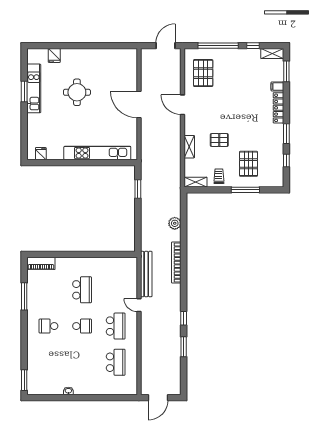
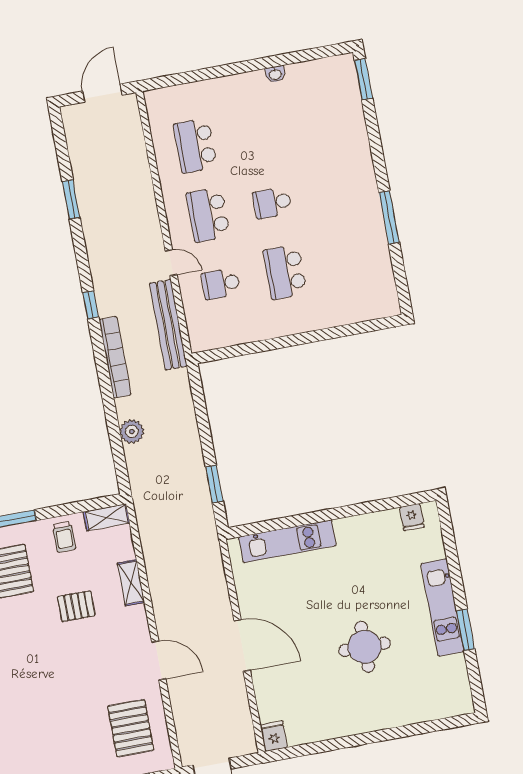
fridge: (54, 56) -> (274, 736), moved
kitchen unit: (34, 88) -> (442, 607), moved
kitchen unit: (97, 153) -> (287, 541), width x0.73
piano: (41, 263) -> (373, 308), removed
window: (24, 296) -> (389, 217), moved
window: (184, 318) -> (91, 305), moved
school desk: (48, 326) -> (221, 284), moved, turned 180

